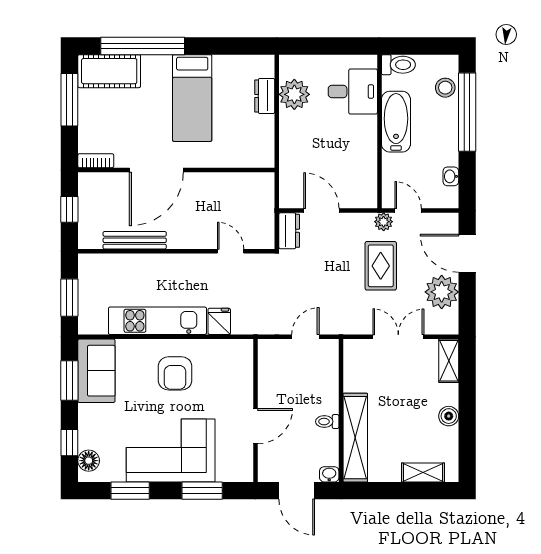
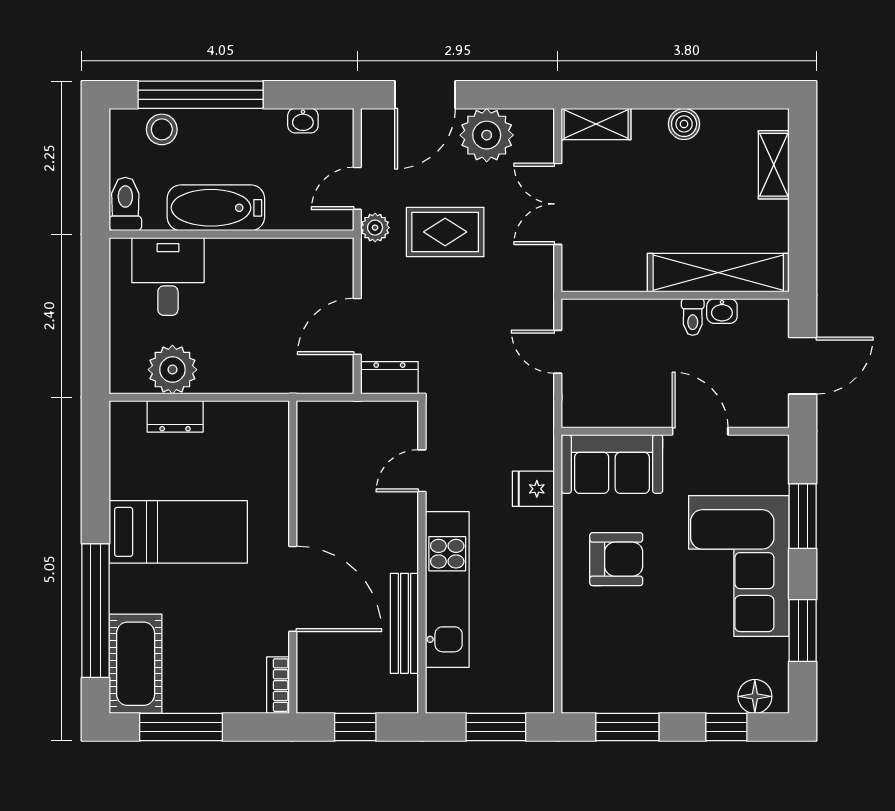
kitchen unit: (157, 321) -> (447, 589), moved, turned 180
sofa: (96, 371) -> (612, 464), moved, turned 180
washbasin: (329, 474) -> (722, 311), moved, turned -90

